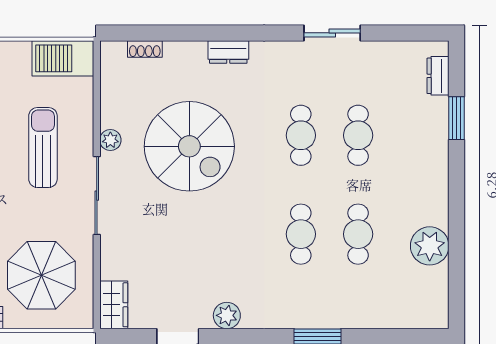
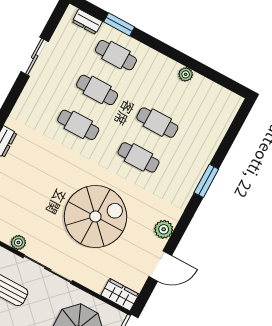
sliding door: (332, 33) -> (35, 57), moved
cafe table: (415, 135) -> (116, 55), added
spiral stairs: (189, 146) -> (95, 216), moved
plant: (430, 246) -> (186, 74), width x0.53, depth x0.53

